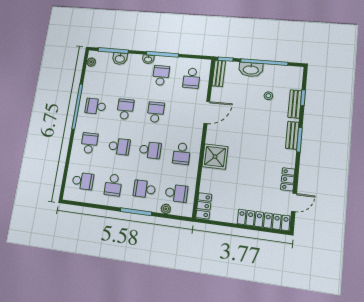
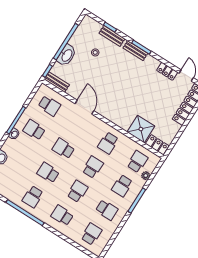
school desk: (182, 154) -> (108, 143), turned 90
shower: (215, 157) -> (141, 129), moved

